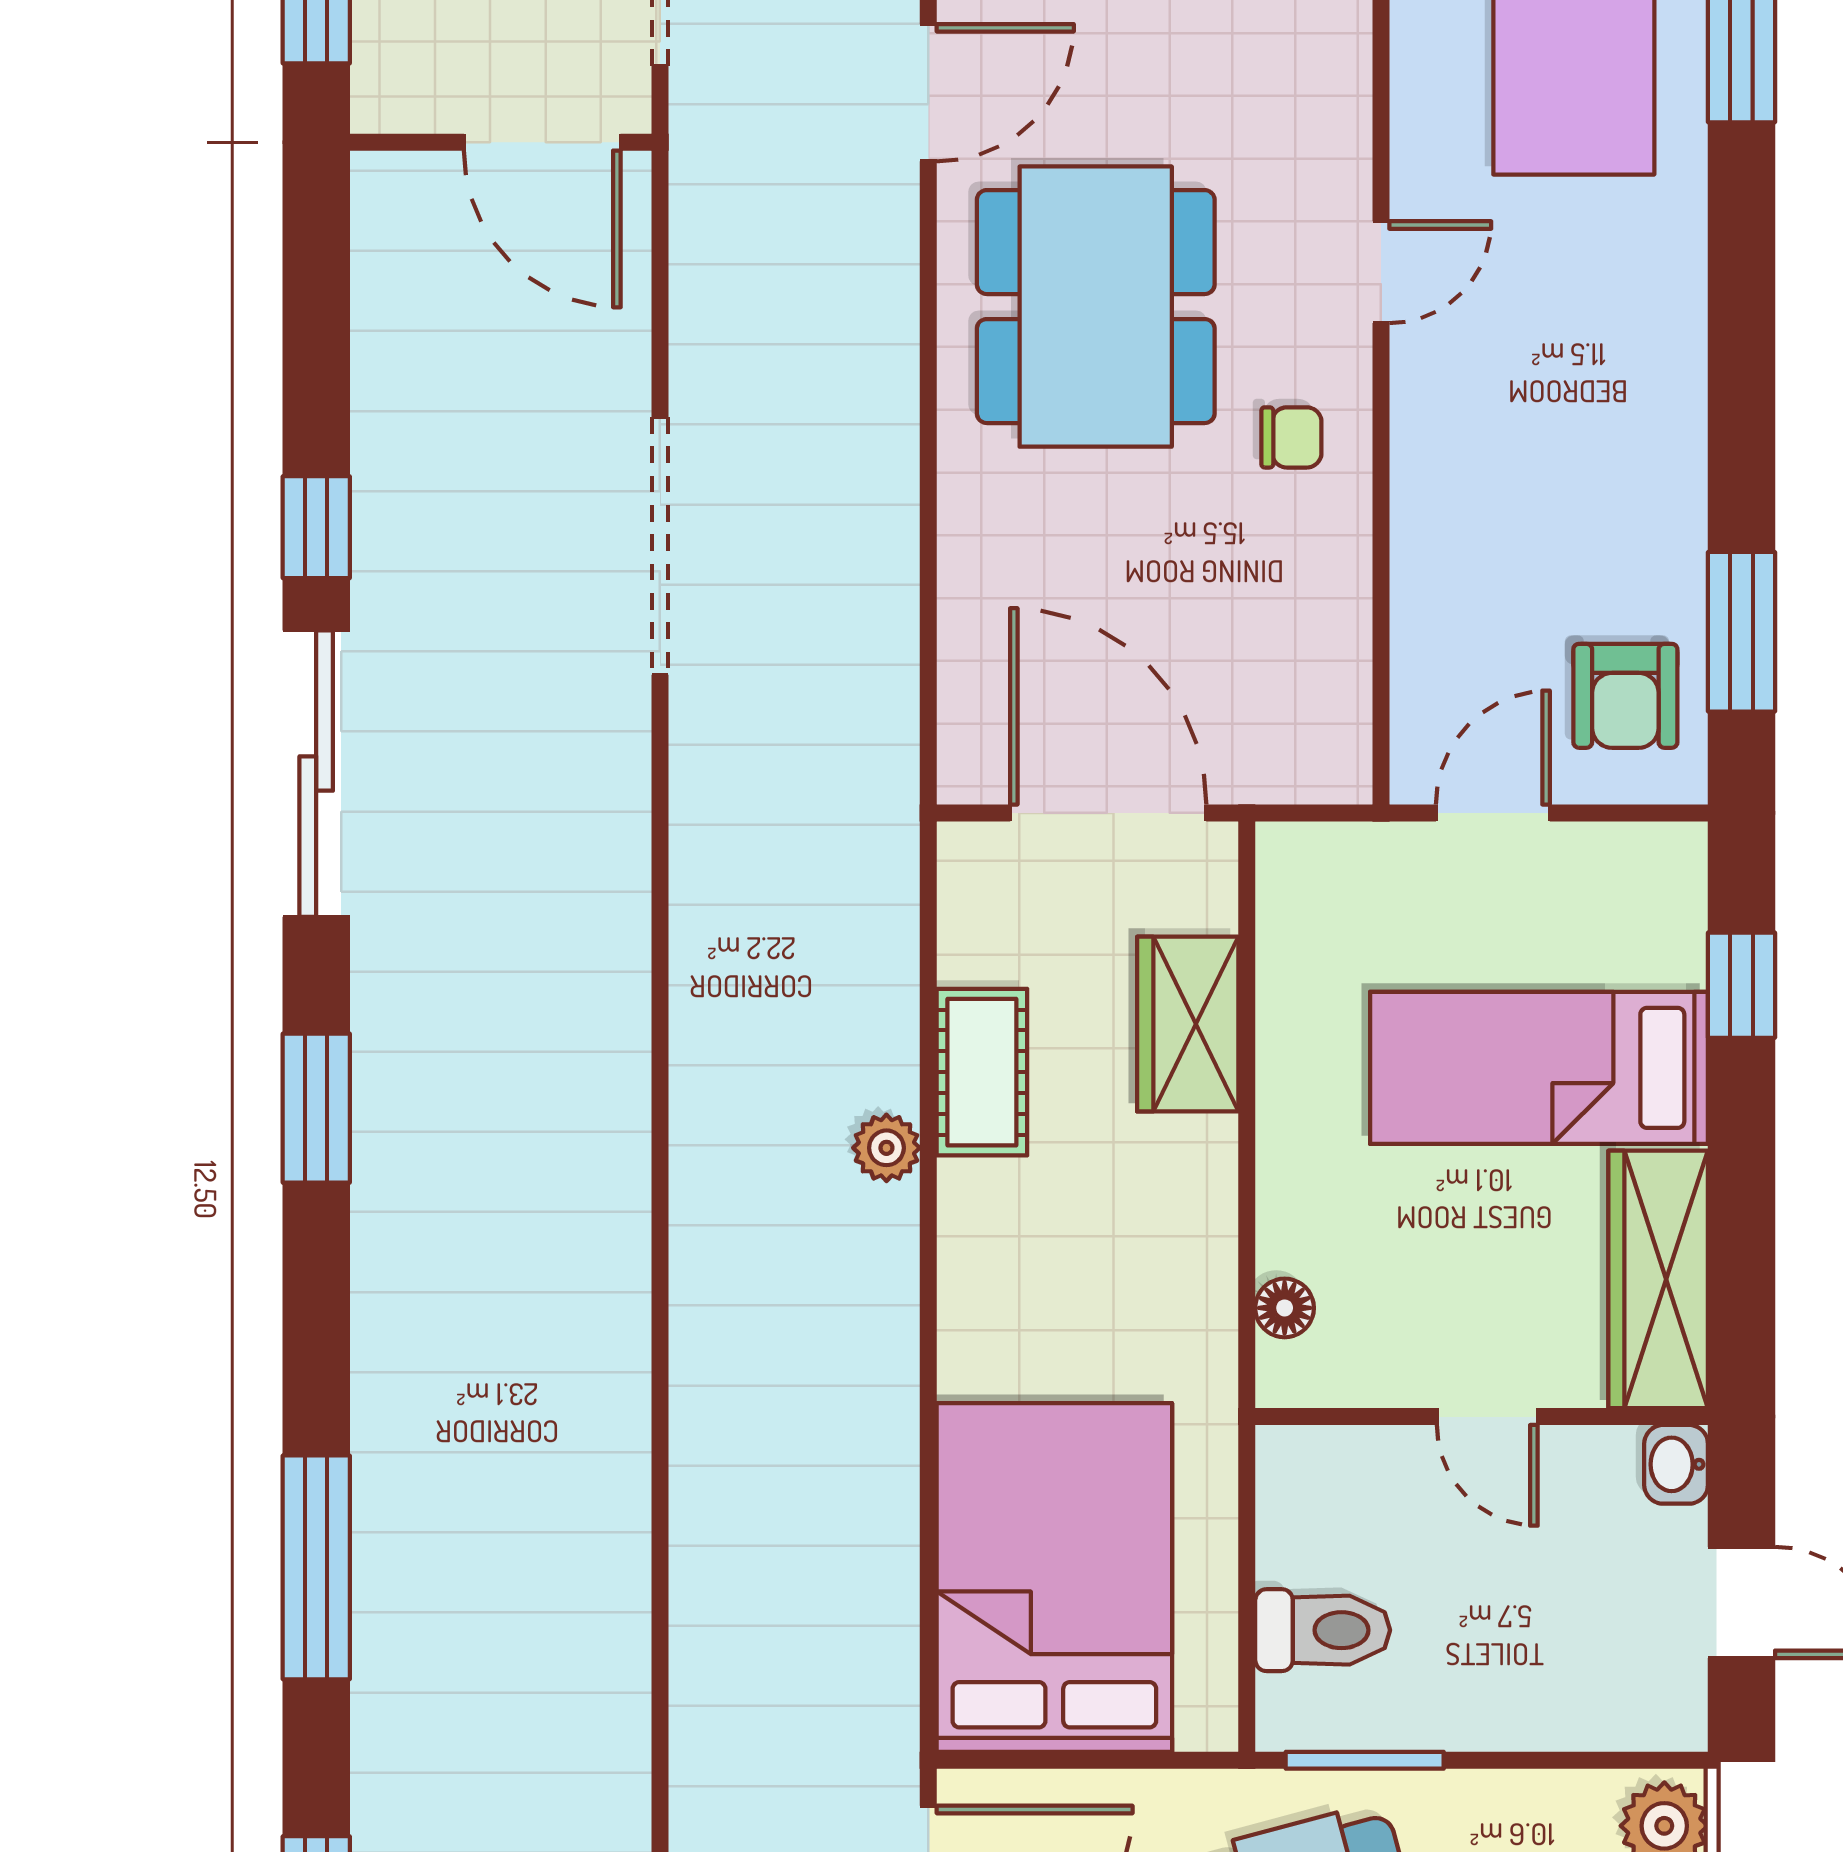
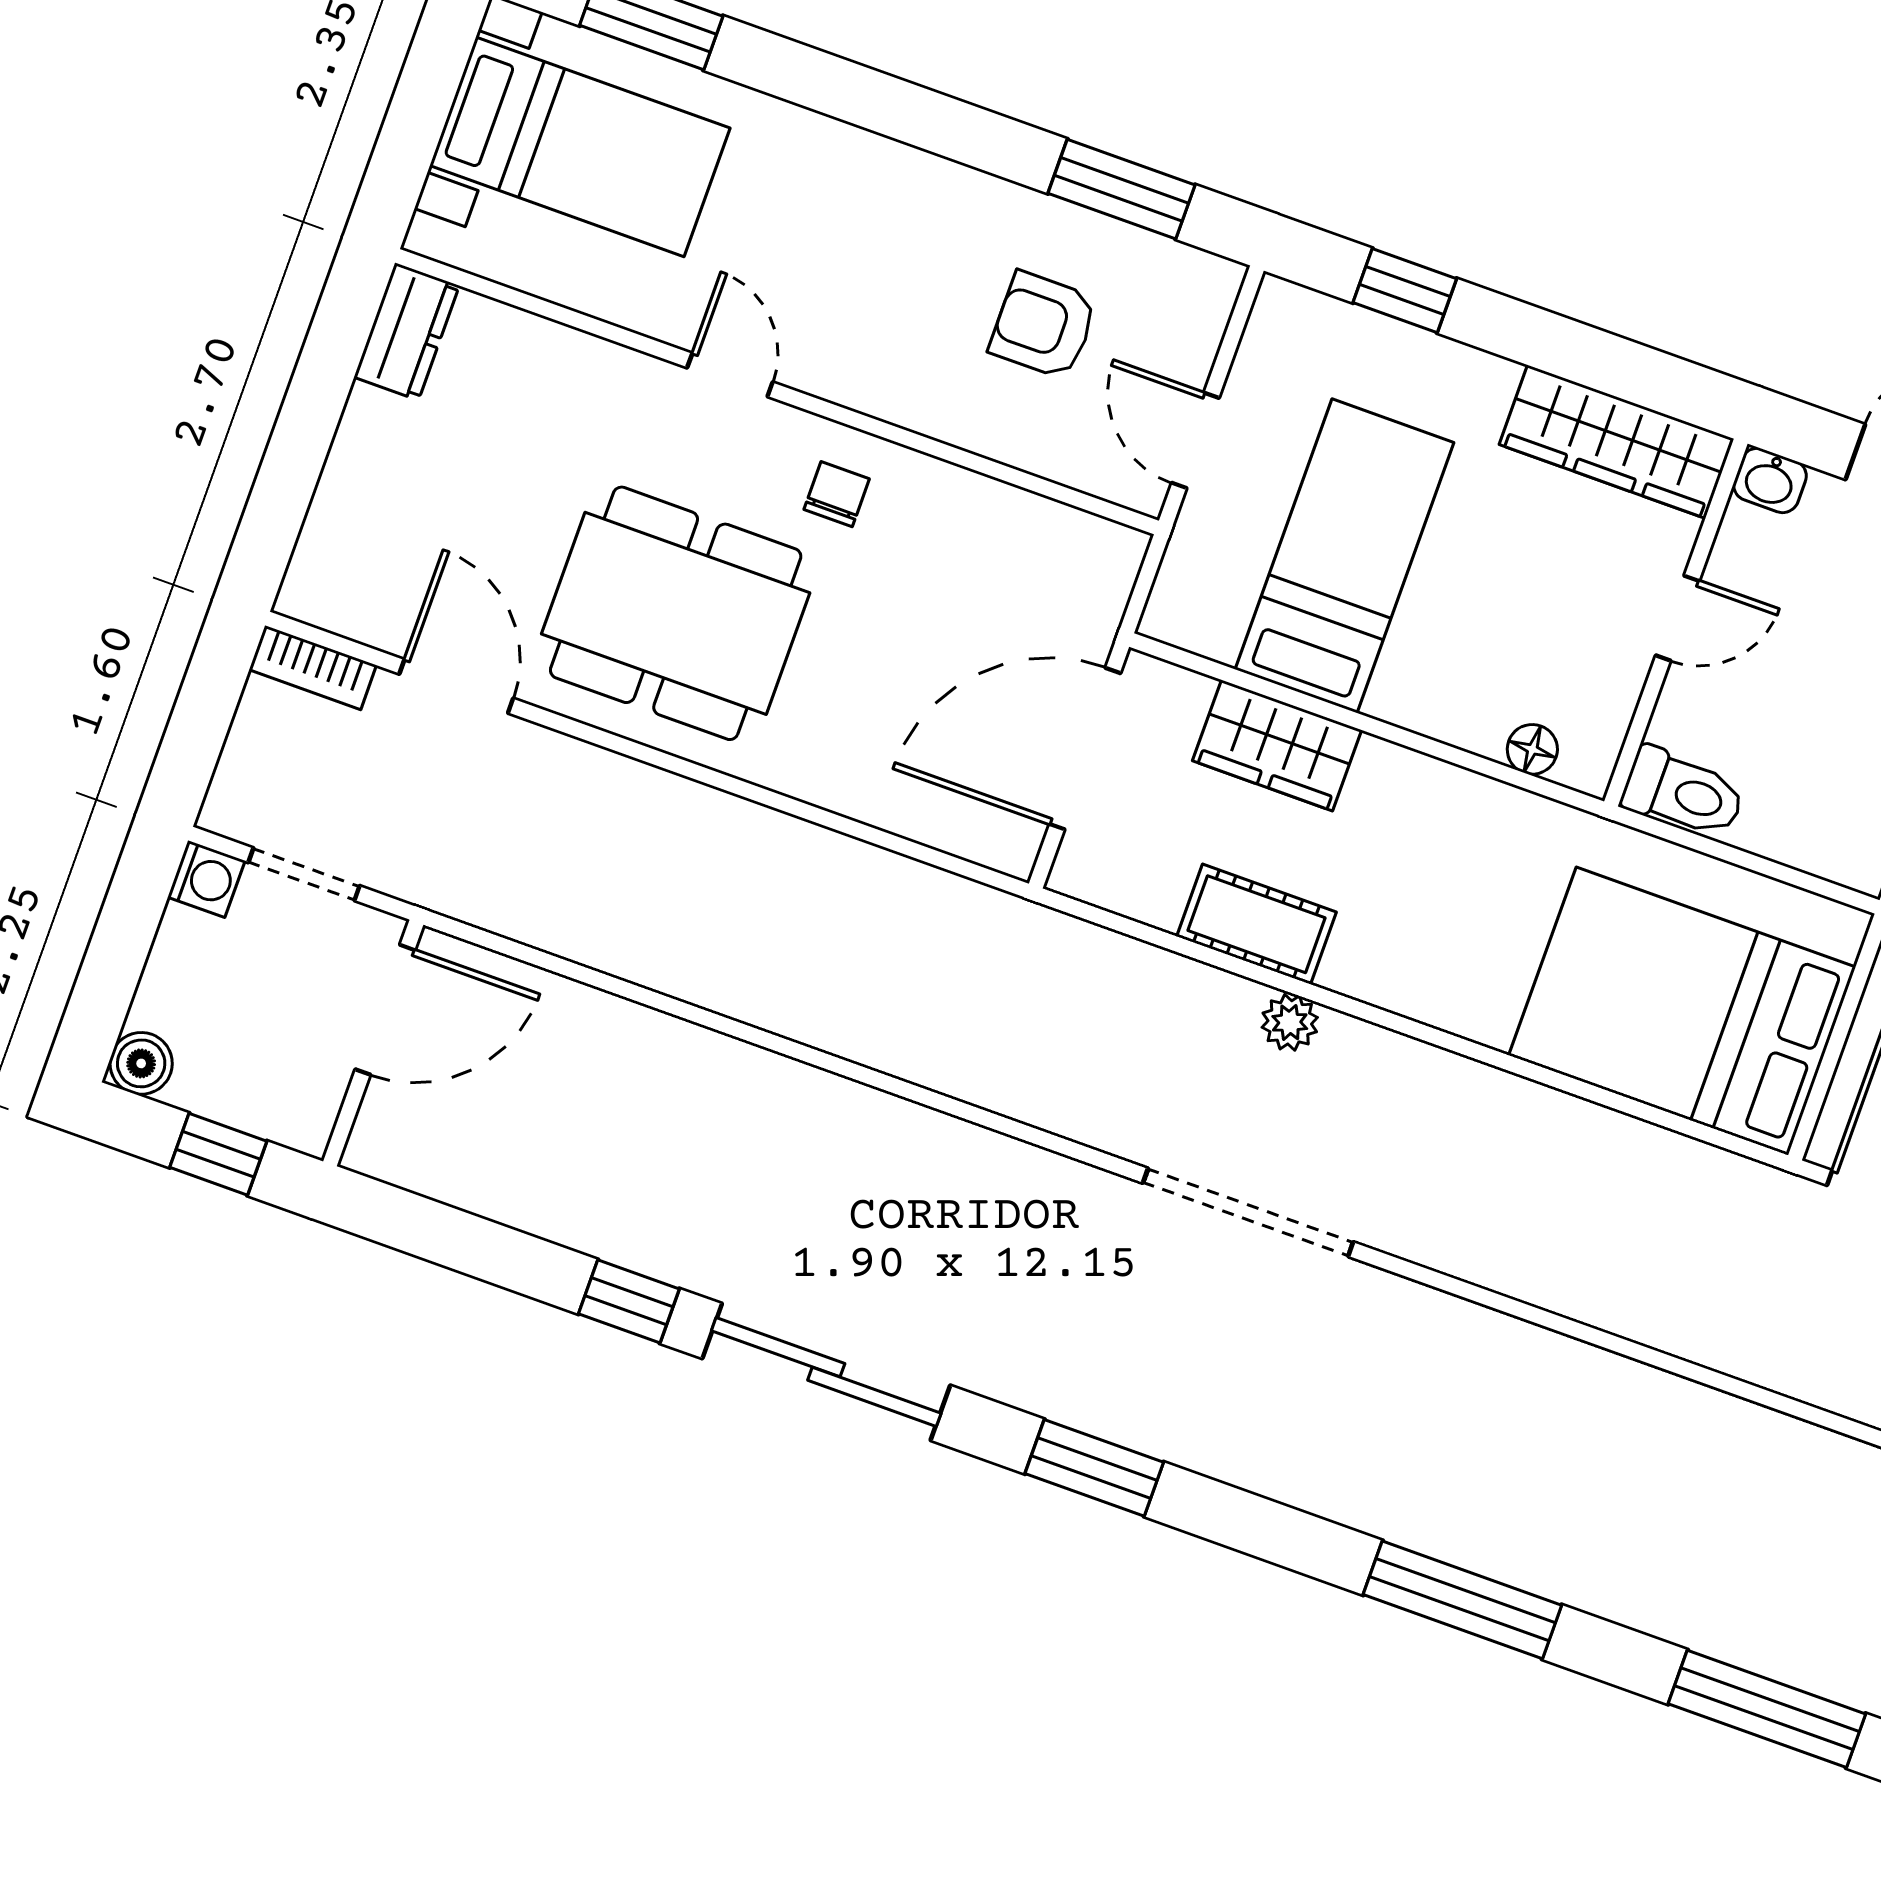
doorway: (660, 546) -> (1248, 1212), moved
armchair: (1625, 696) -> (1044, 325), moved, turned 180
bed: (1539, 1068) -> (1344, 556), moved, turned 180
toilet: (1323, 1630) -> (1683, 793), moved, turned 90

